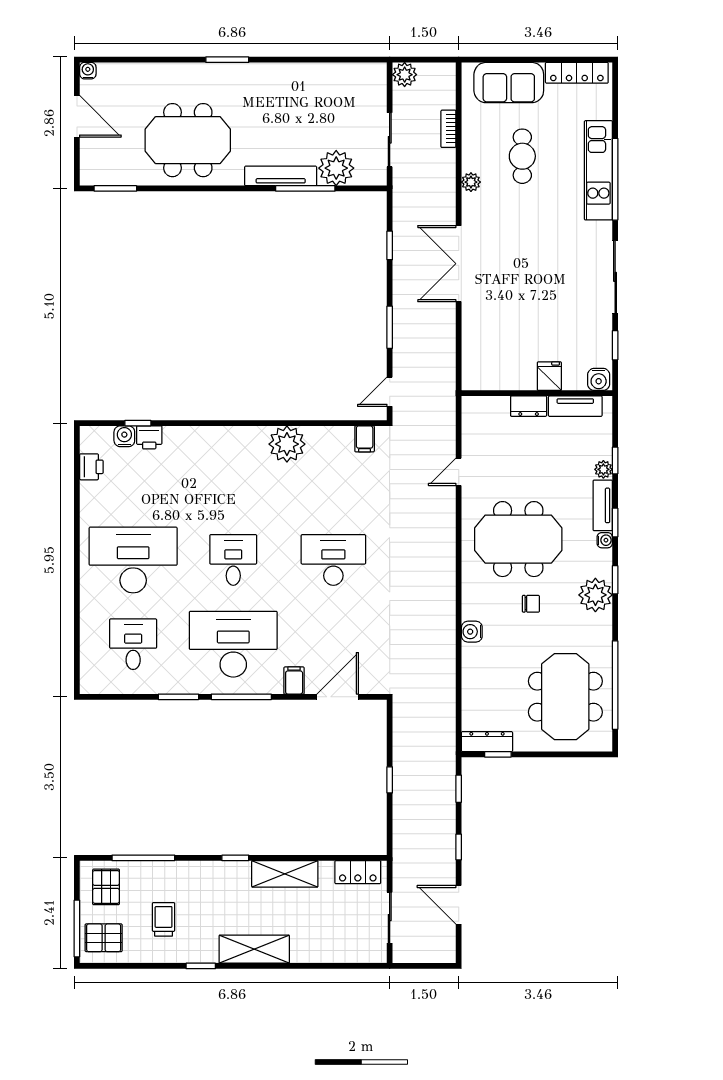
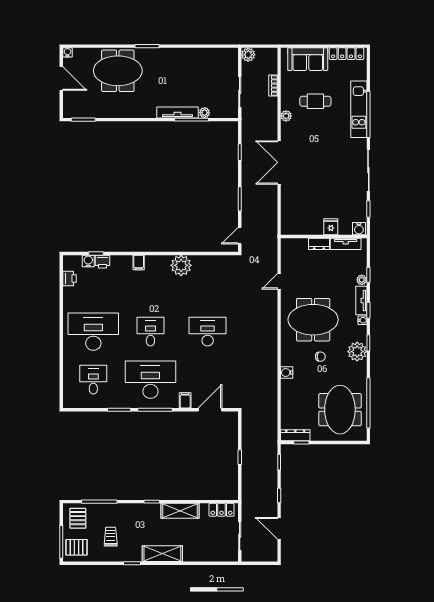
meeting table: (188, 140) -> (118, 71), moved
cafe table: (522, 156) -> (315, 101), turned 90
plant: (336, 168) -> (205, 113), width x0.53, depth x0.53
filing cabinet: (365, 439) -> (139, 263), moved

